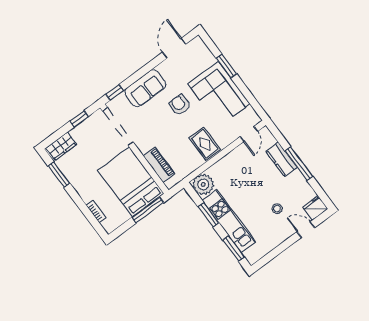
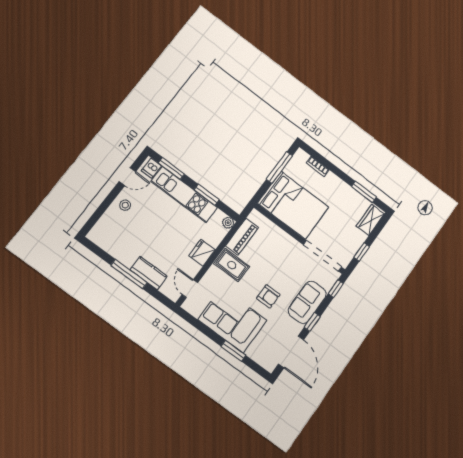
door: (174, 48) -> (291, 352), width x1.36
window: (146, 69) -> (312, 322), added
piano: (159, 165) -> (242, 237), moved, turned -90
plant: (203, 184) -> (228, 223), width x0.53, depth x0.53
fridge: (315, 208) -> (202, 253), moved, turned 180
stool: (277, 209) -> (125, 205), moved
window: (148, 210) -> (279, 167), moved
door: (306, 230) -> (127, 177), moved
dishwasher: (252, 254) -> (151, 168), added

